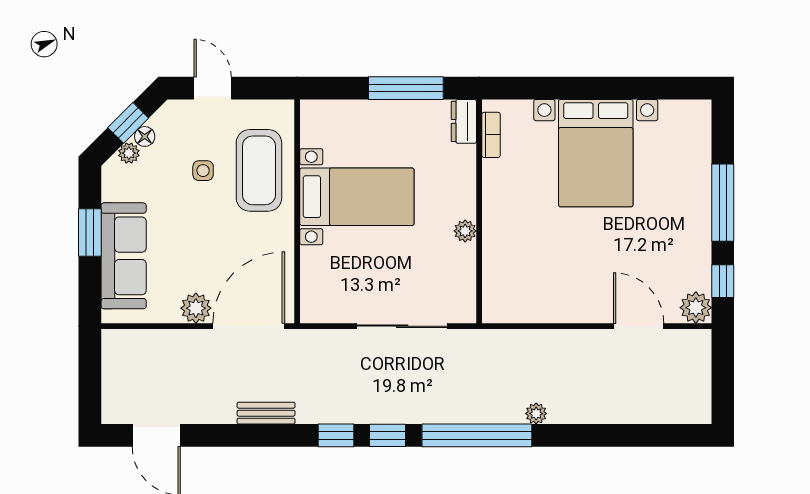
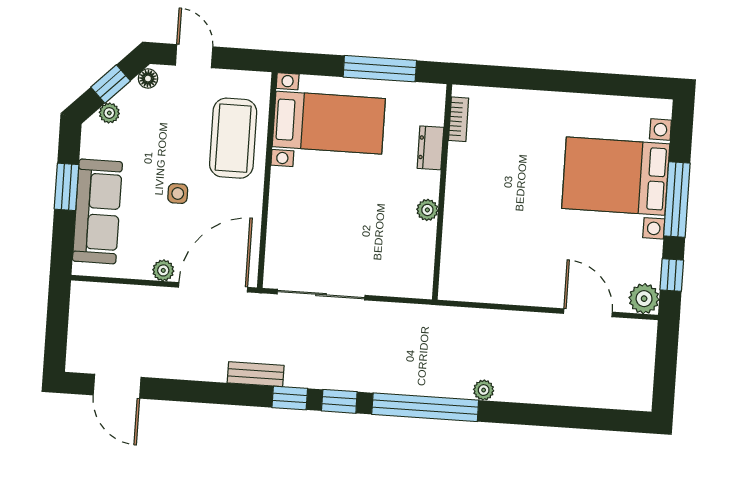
dresser: (464, 121) -> (430, 148), moved
floor lamp: (145, 136) -> (148, 79), moved
bed with nightstands: (596, 153) -> (616, 176), moved, turned 90
side table: (203, 171) -> (178, 193), moved
bed with nightstands: (357, 197) -> (329, 123), moved
plant: (196, 308) -> (163, 270), width x0.73, depth x0.73
sliding door: (402, 326) -> (321, 295), moved
bench: (266, 413) -> (256, 374), moved

